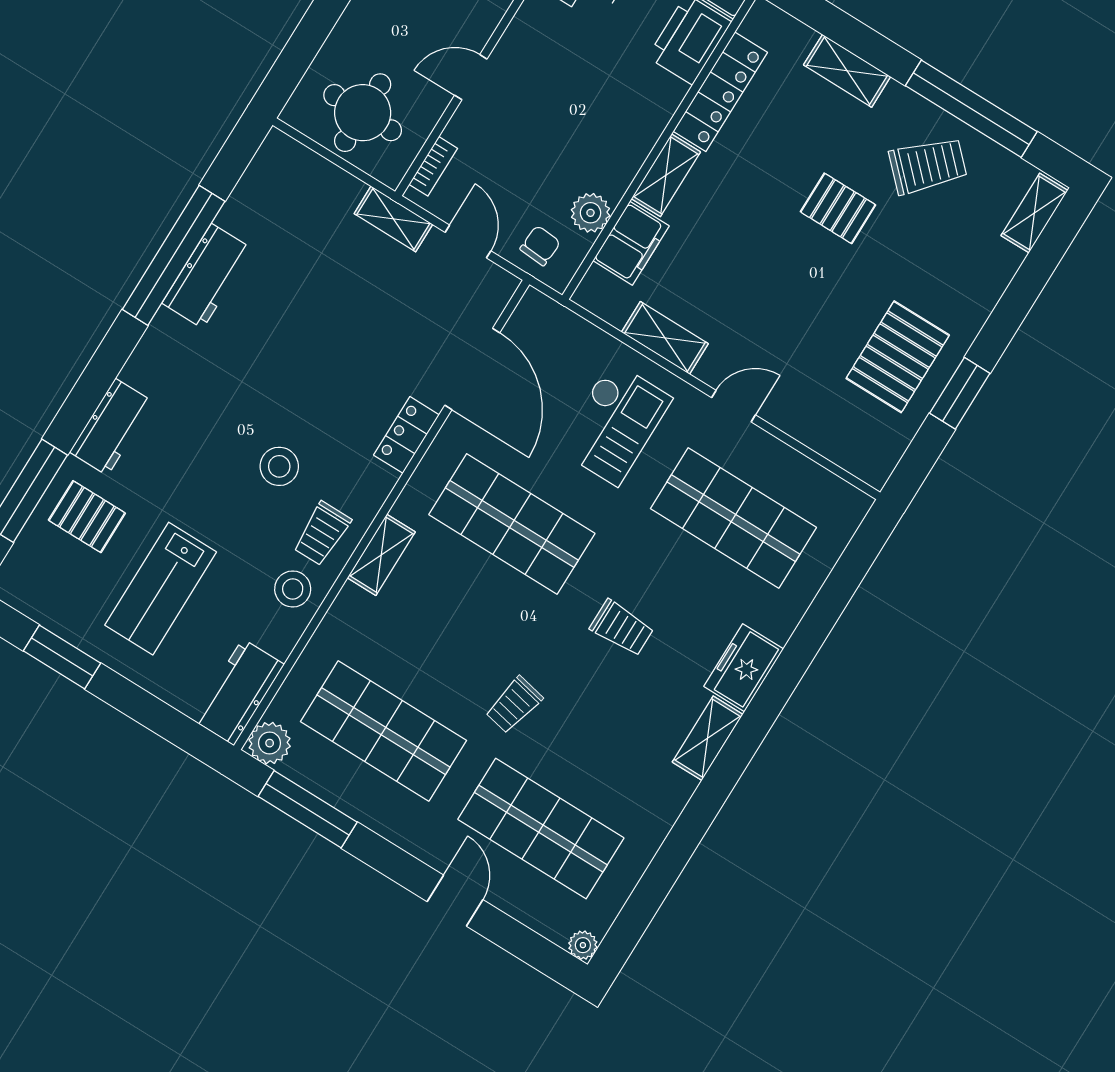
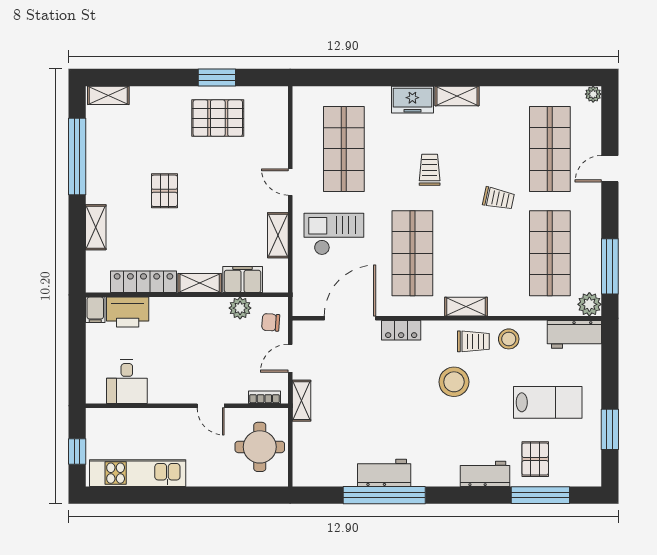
trolley: (928, 166) -> (117, 160), removed
stool: (279, 466) -> (454, 382), width x1.38, depth x1.38

